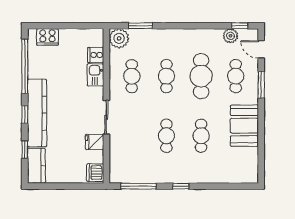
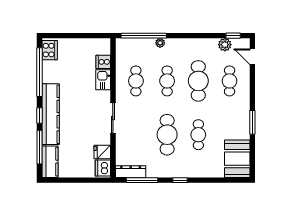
window: (140, 26) -> (144, 36), width x2.11
cooker: (47, 37) -> (50, 50), moved, turned -90
plant: (119, 38) -> (160, 43), moved, width x0.53, depth x0.53
window: (261, 85) -> (252, 122), moved
booth: (244, 126) -> (237, 159), moved
cafe table: (166, 136) -> (167, 135), width x1.37, depth x1.35
fridge: (94, 142) -> (102, 152), moved
window: (25, 150) -> (39, 147), width x2.17
dresser: (126, 177) -> (131, 172), added

